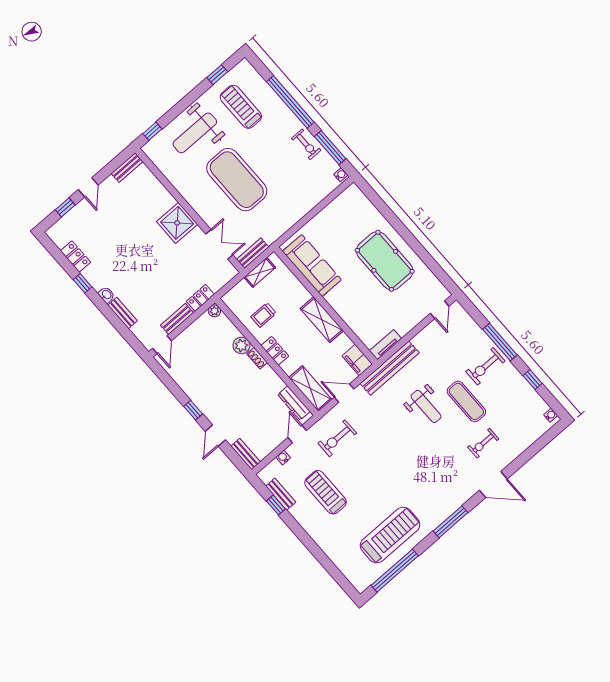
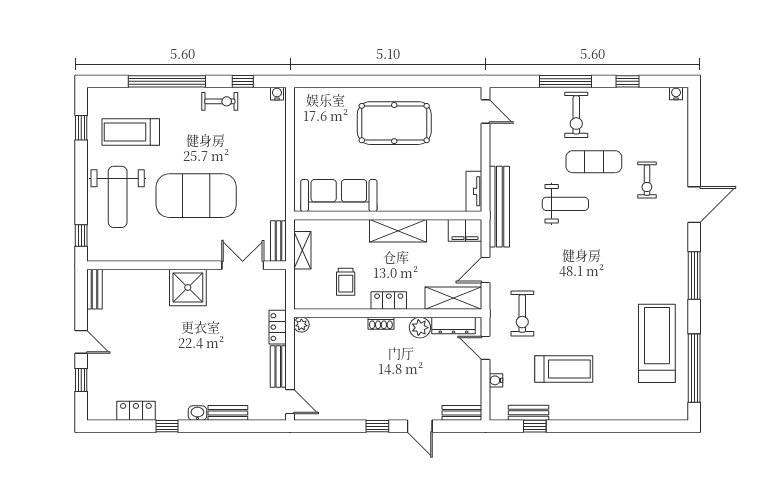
window: (330, 148) -> (243, 81), width x0.46
plant: (241, 345) -> (420, 328), moved
treadmill: (326, 492) -> (564, 369), turned 180

